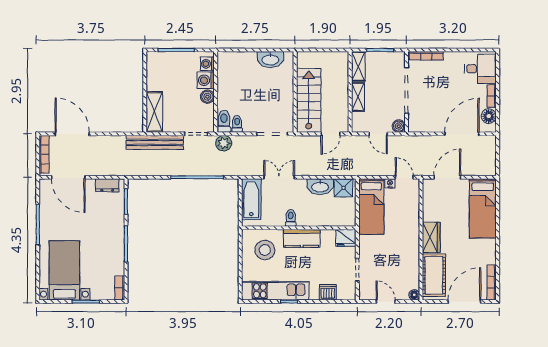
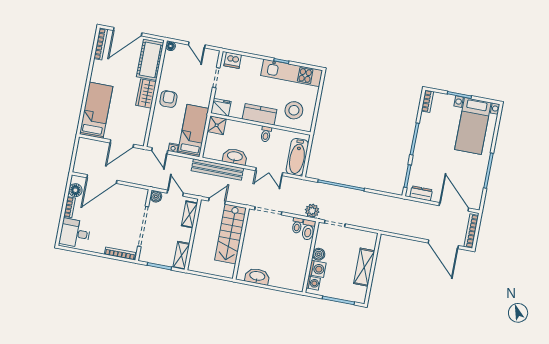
shelving: (358, 97) -> (189, 214), moved
shelving: (154, 112) -> (364, 267), moved
bench: (155, 142) -> (217, 169), moved
shower: (343, 188) -> (217, 125), moved
armchair: (405, 236) -> (168, 99), added
dishwasher: (328, 292) -> (233, 60), moved

